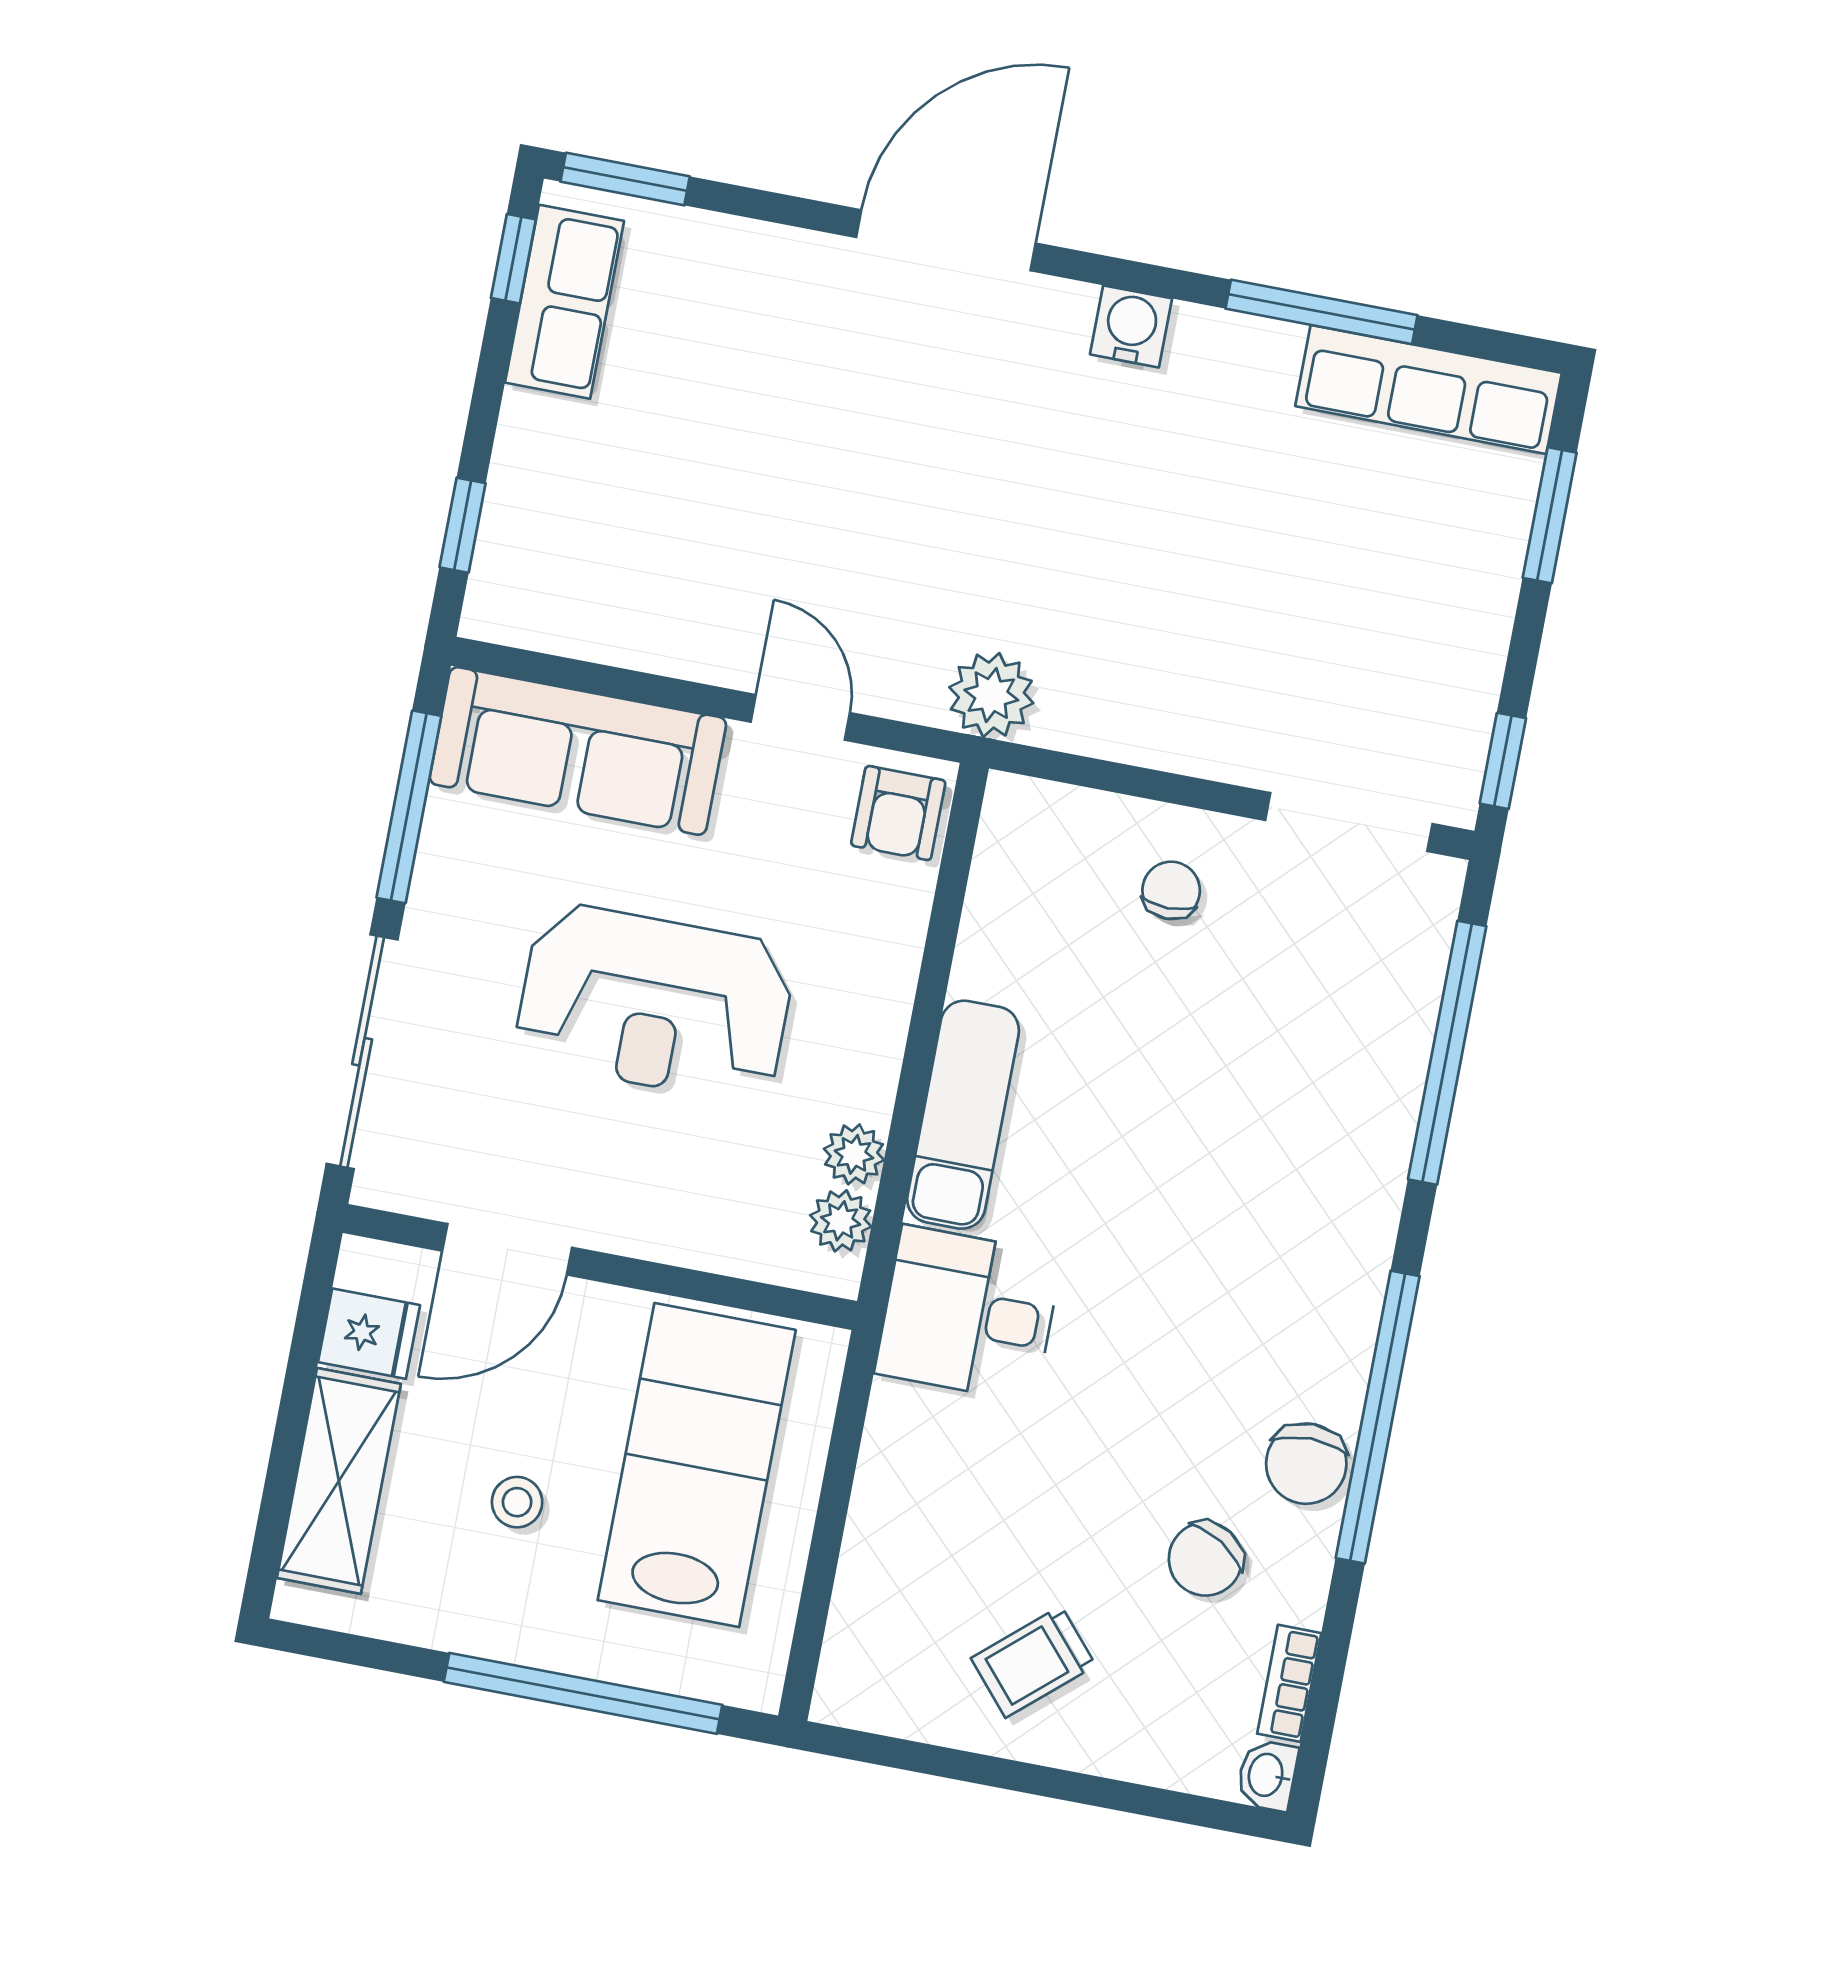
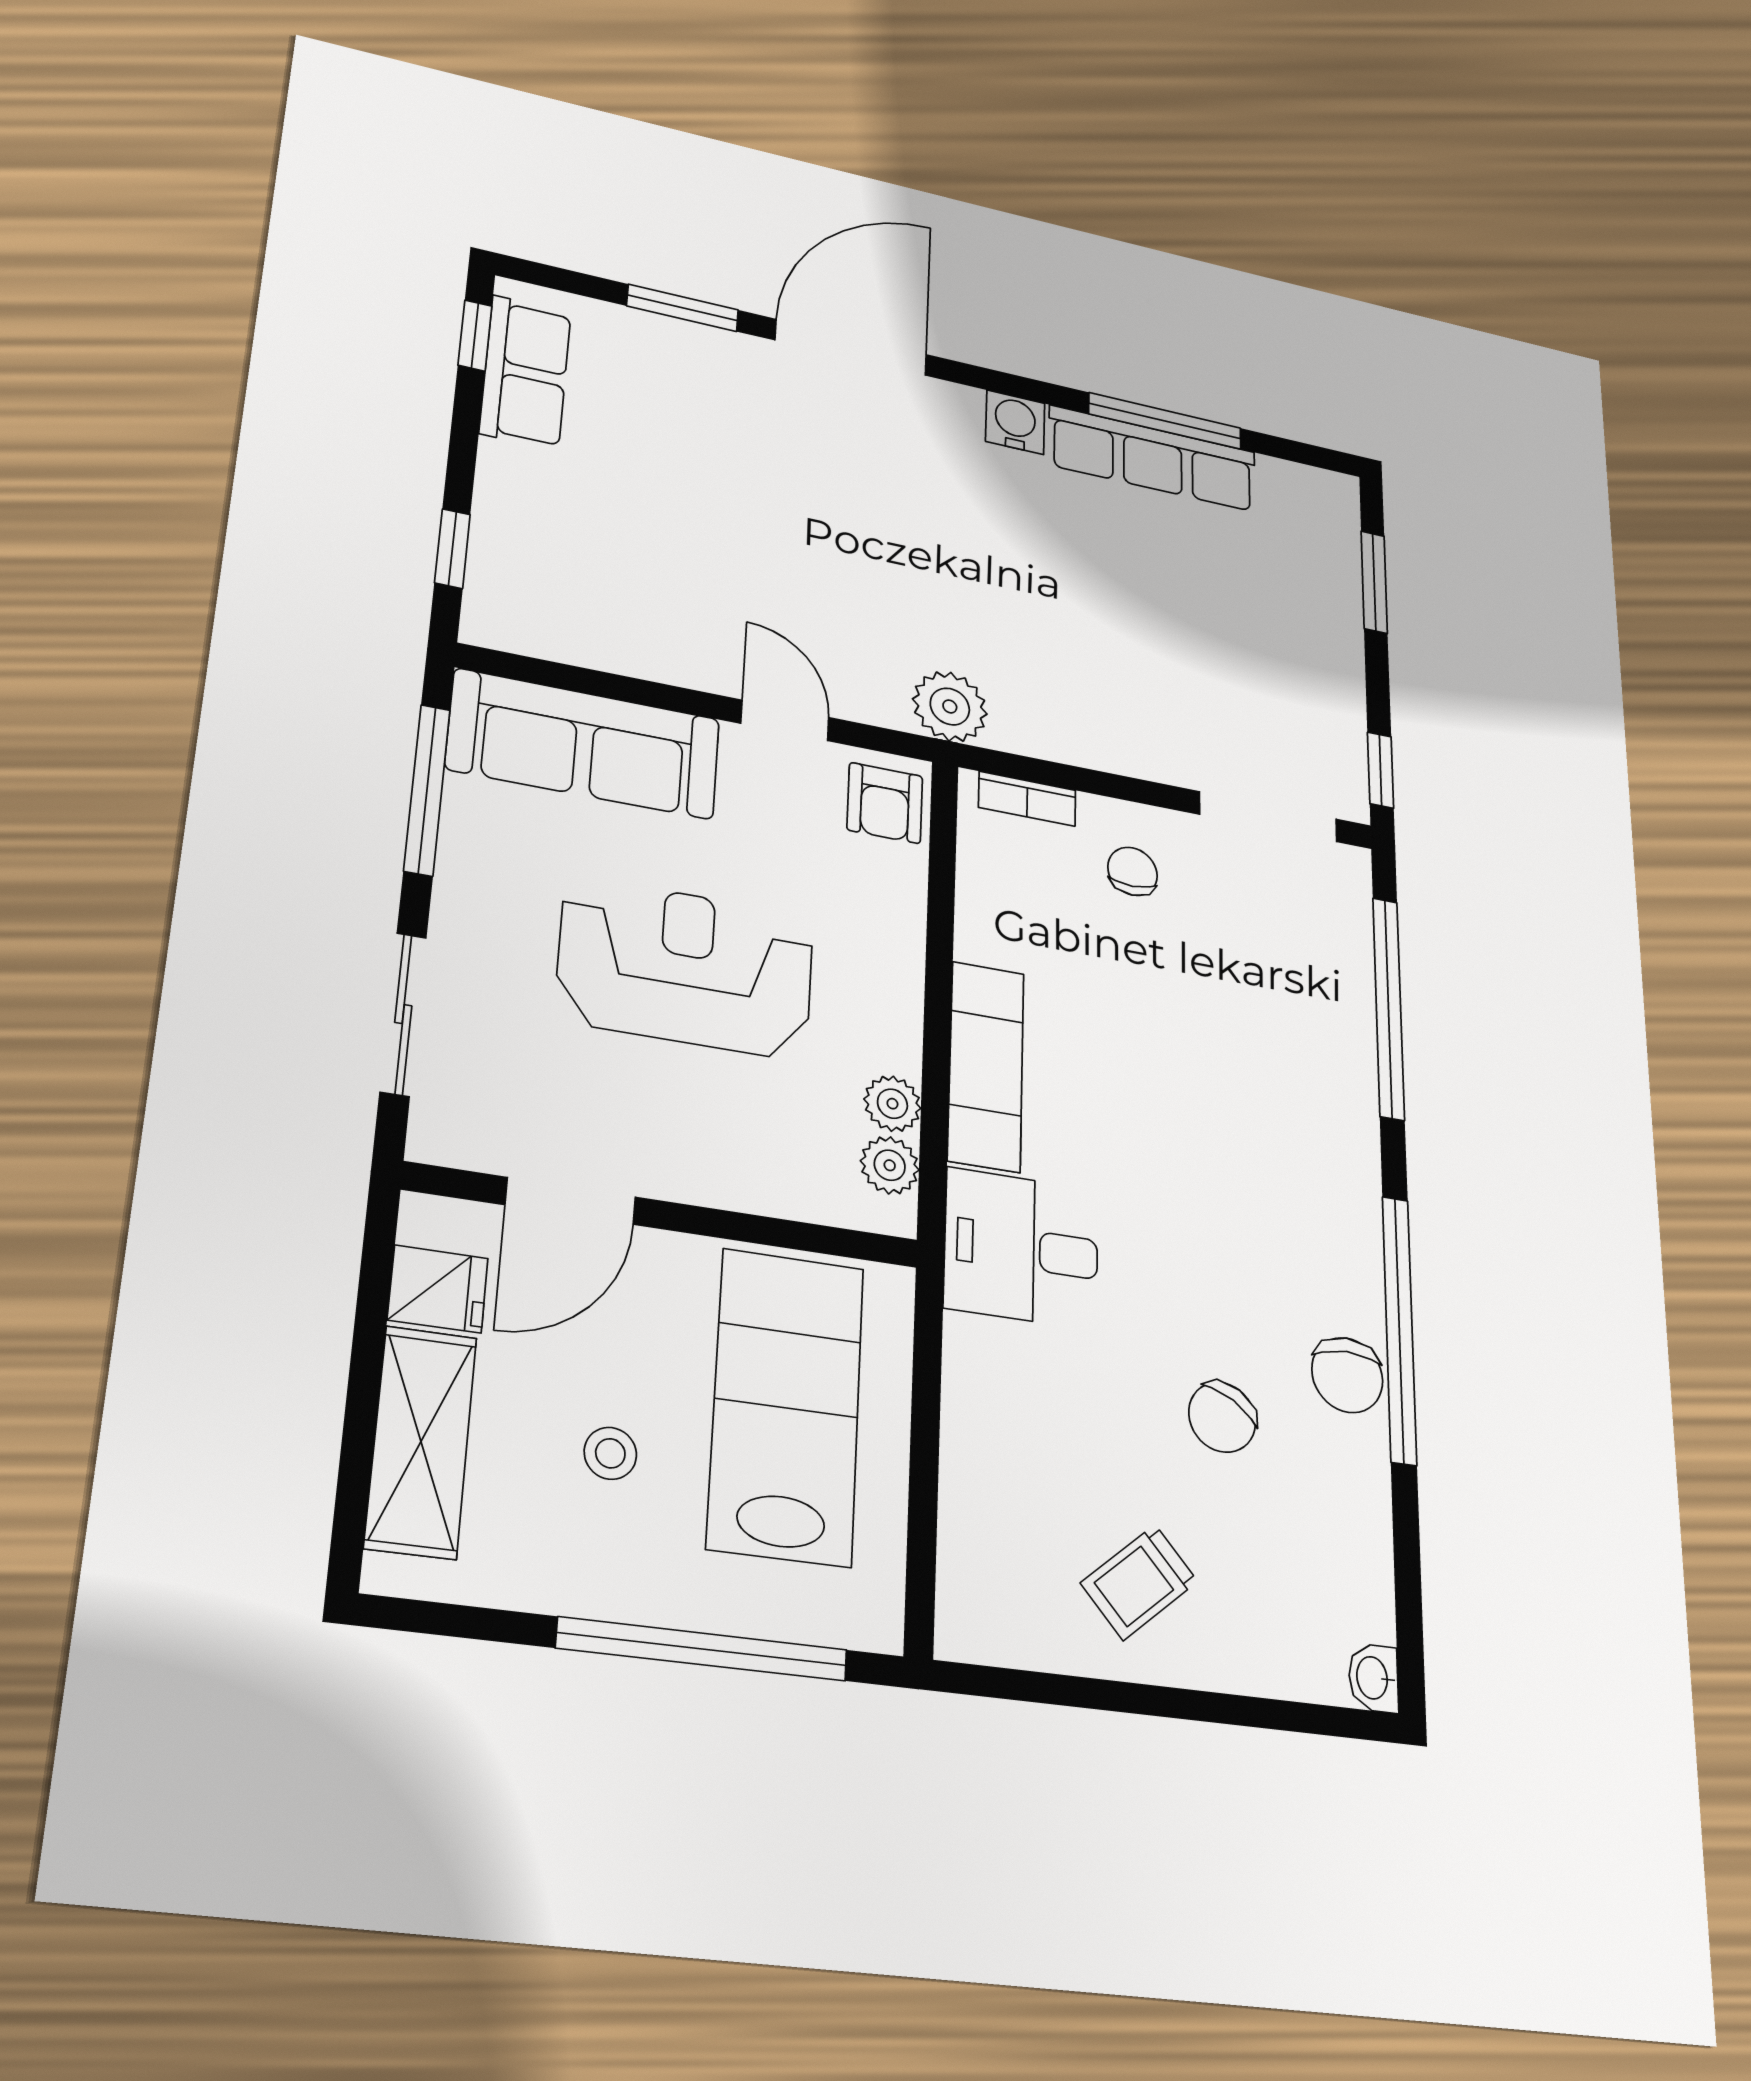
window: (625, 179) -> (683, 308), moved
row of seats: (1428, 389) -> (1153, 459), moved
reception desk: (655, 1003) -> (686, 968), turned 180
sliding door: (362, 1052) -> (403, 1014), width x0.73
chair: (1205, 1559) -> (1222, 1417), moved
bookcase: (1289, 1683) -> (1027, 799), moved, turned -90

